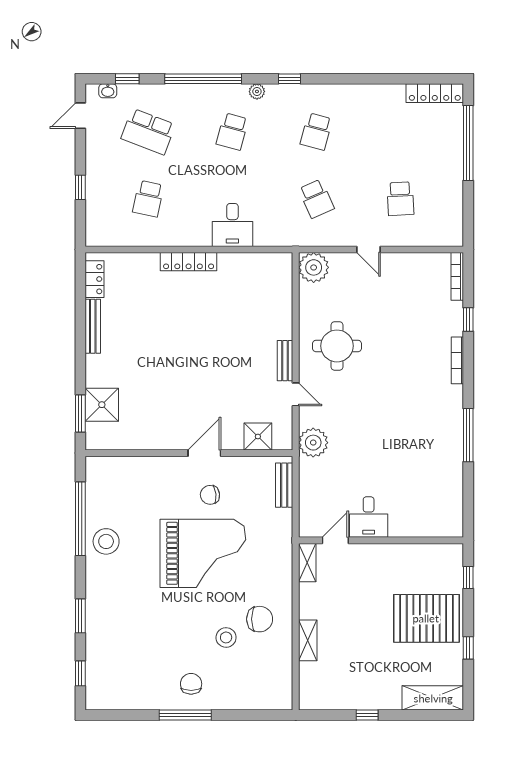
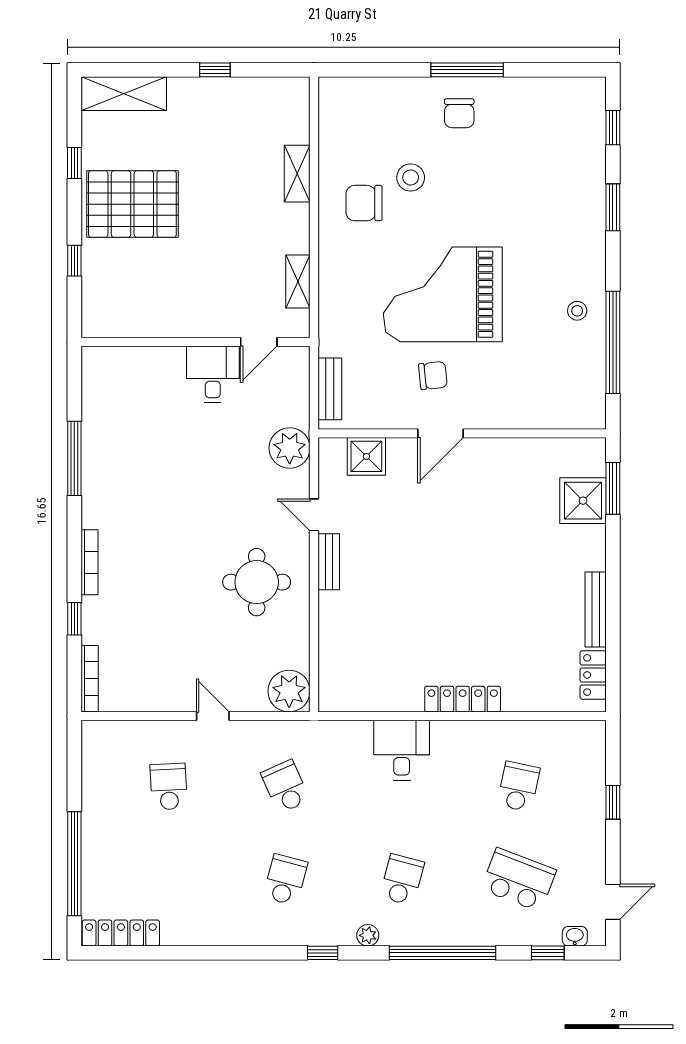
desk: (369, 517) -> (213, 374), moved
door: (335, 540) -> (259, 342), moved
wall: (381, 540) -> (196, 342), moved
stool: (106, 541) -> (577, 311), width x0.53, depth x0.53

